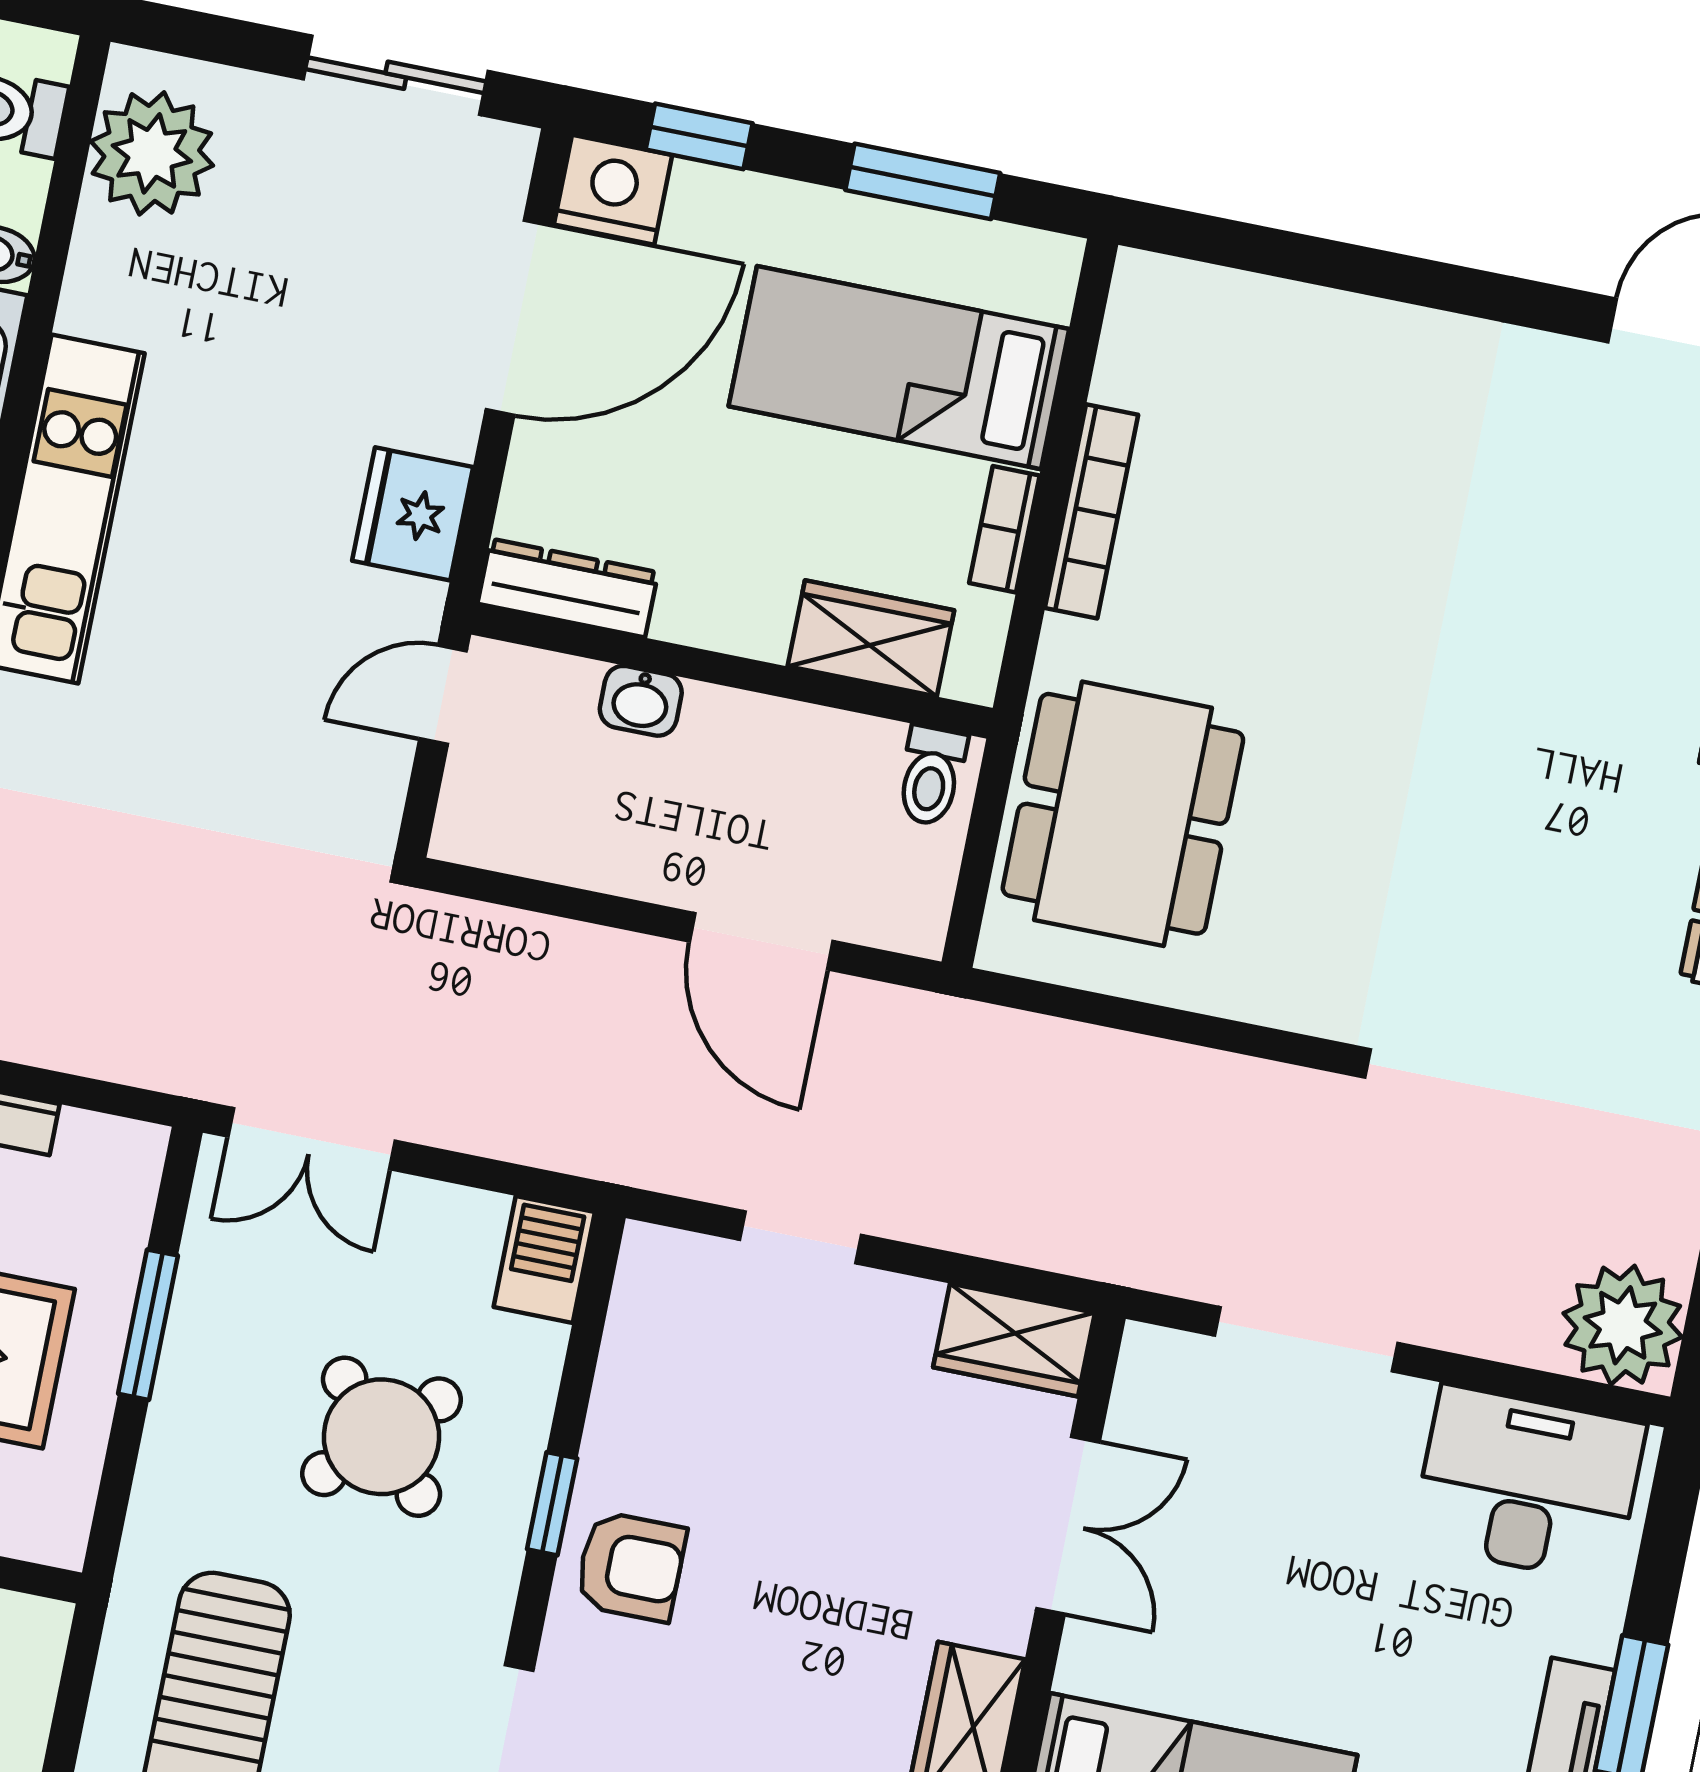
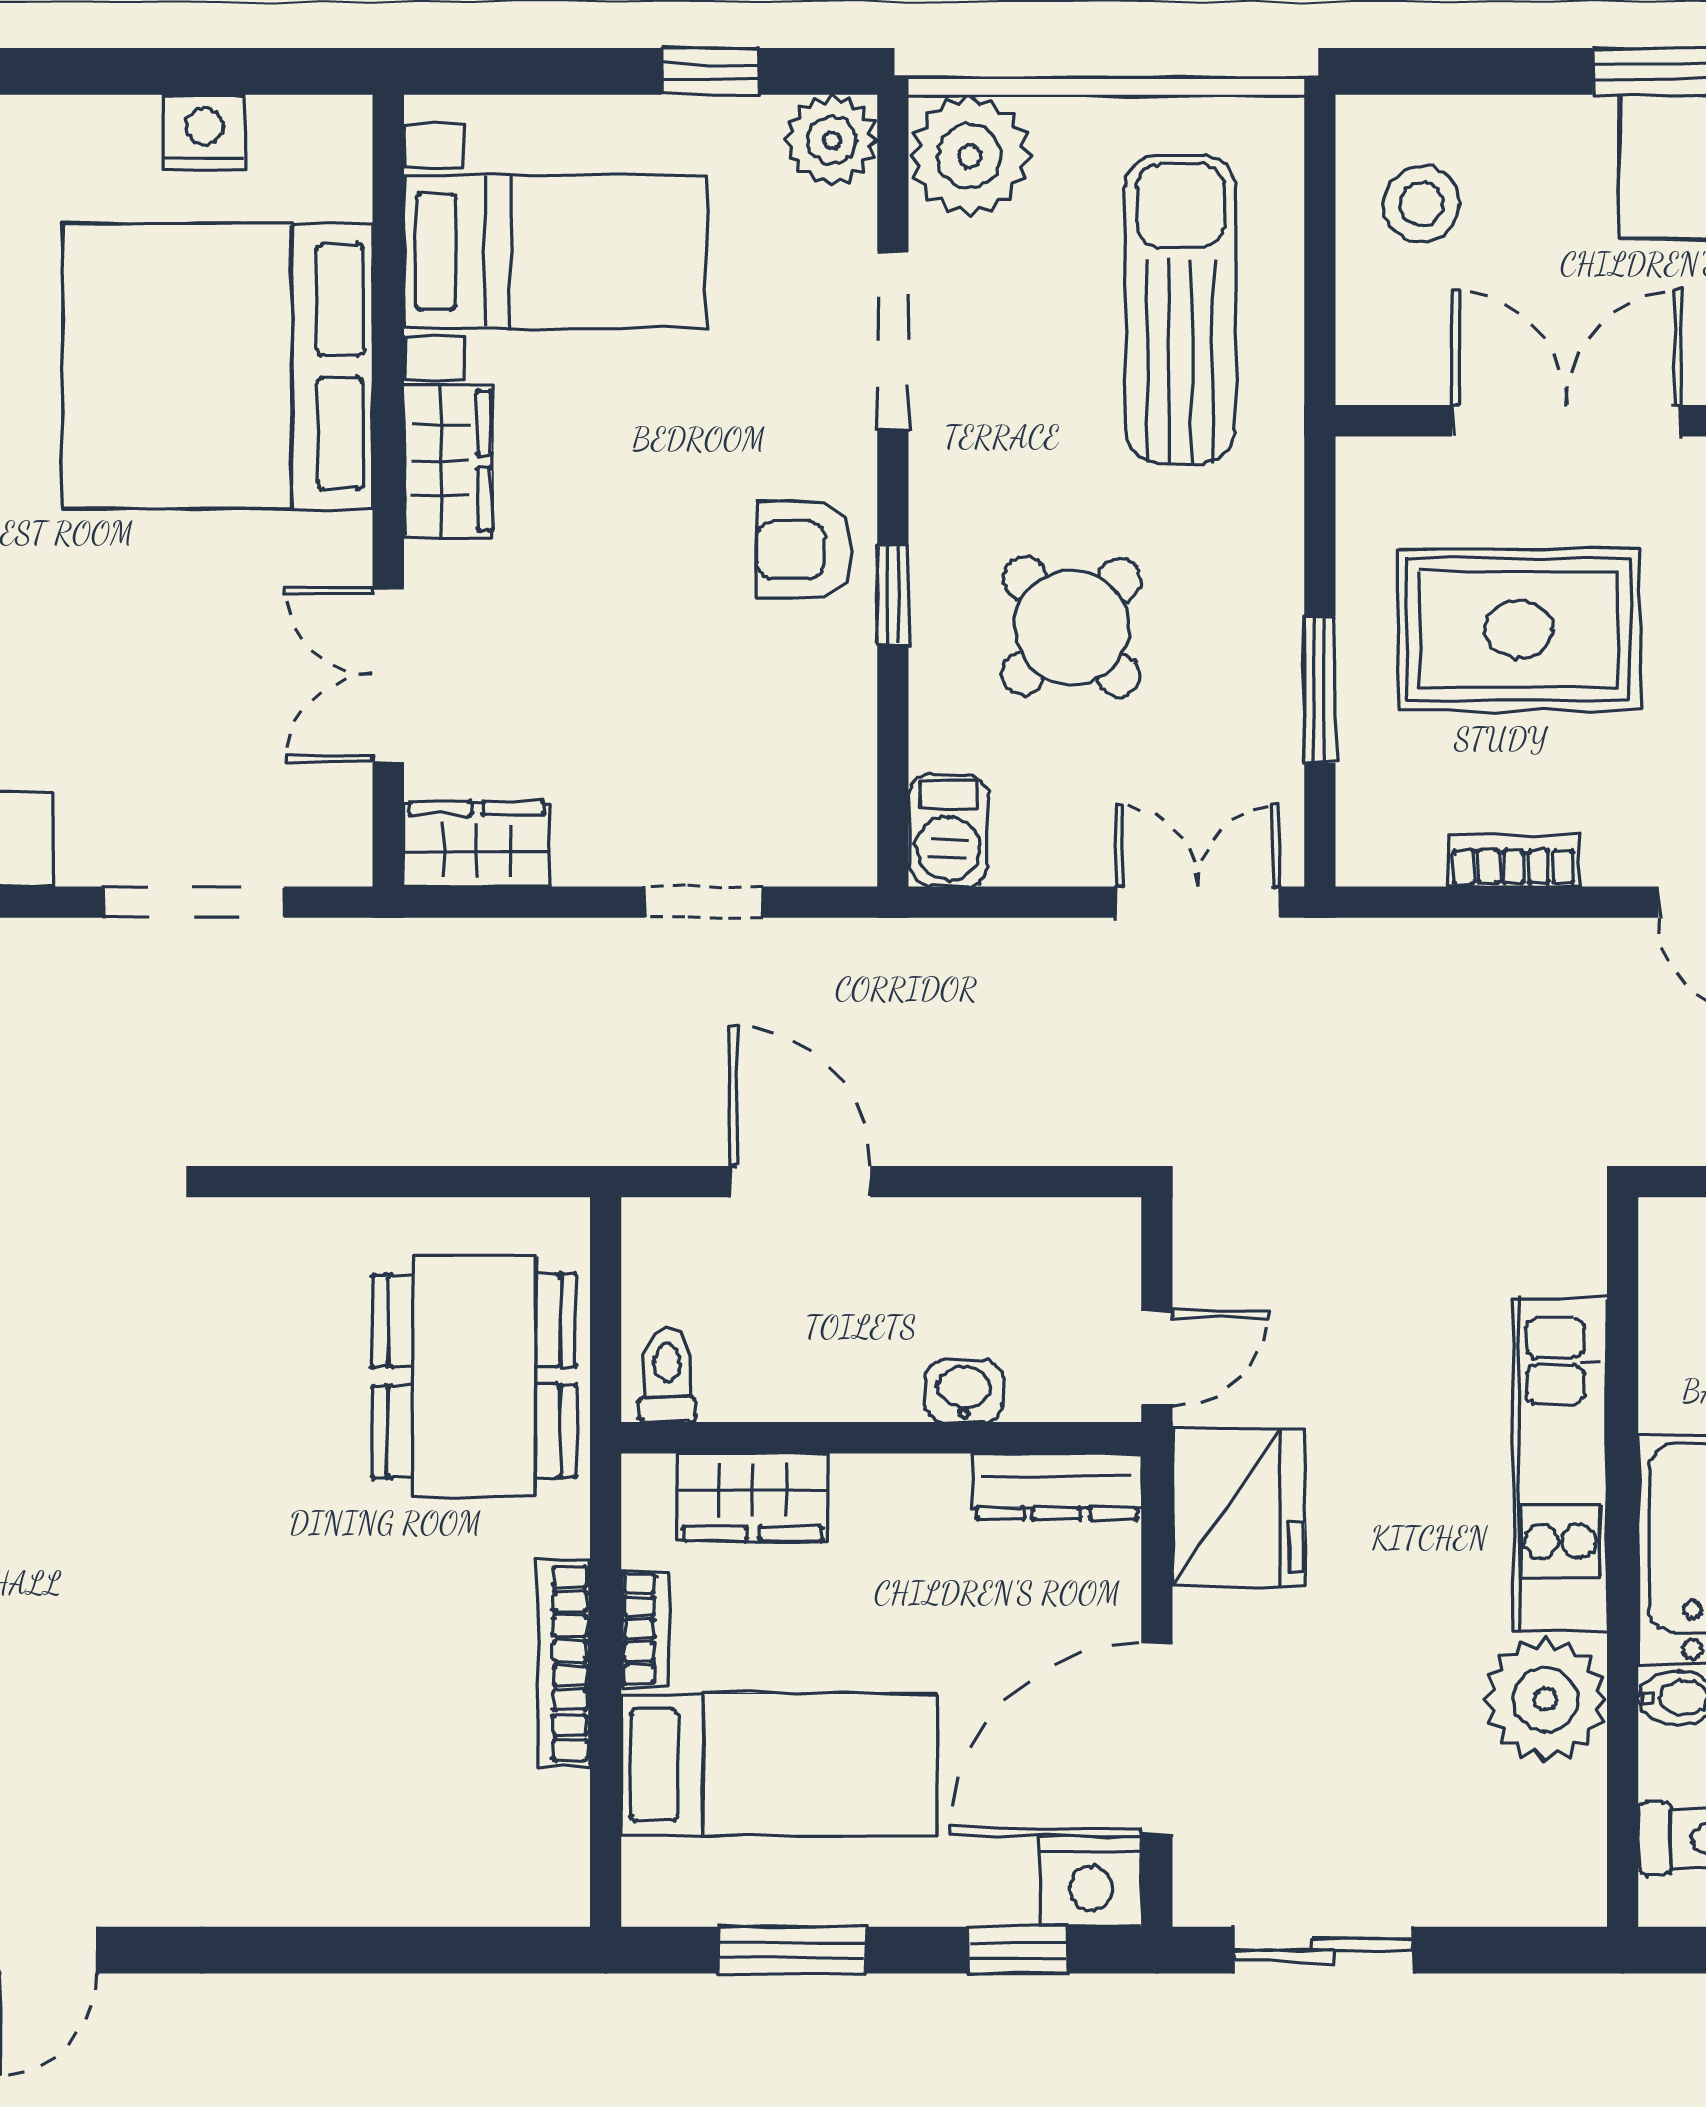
plant: (152, 153) -> (1545, 1699), moved
fridge: (413, 514) -> (1239, 1507), width x1.36, depth x1.34

